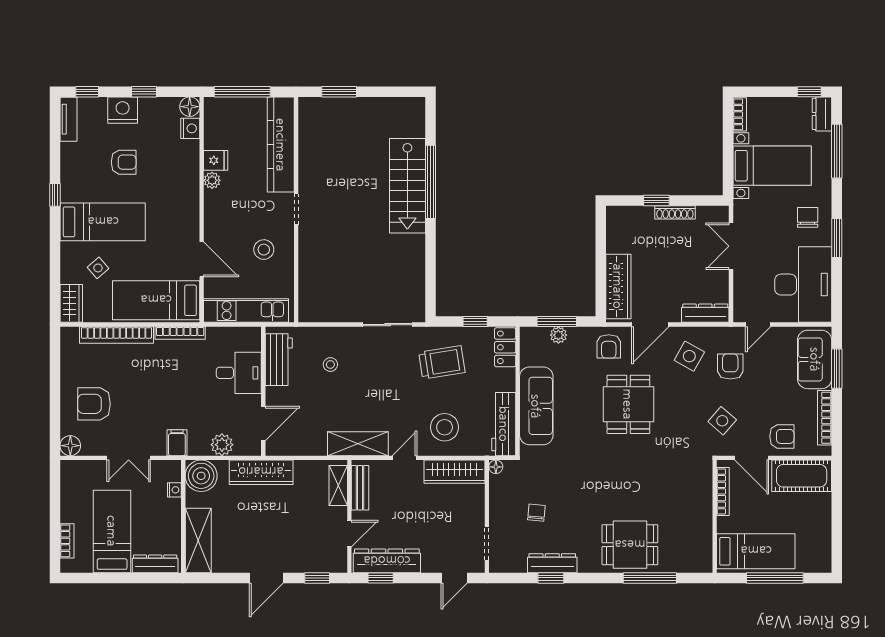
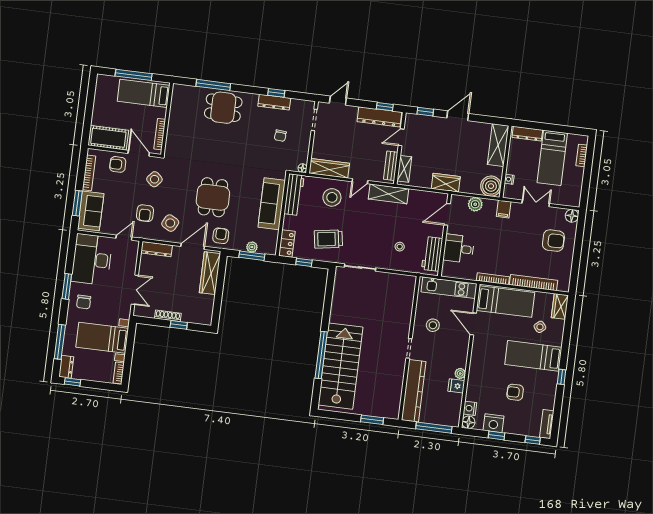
nightstand: (123, 110) -> (493, 423), moved
stairs: (407, 186) -> (341, 366), width x1.36, depth x1.51
wardrobe: (261, 472) -> (446, 183), width x0.67

